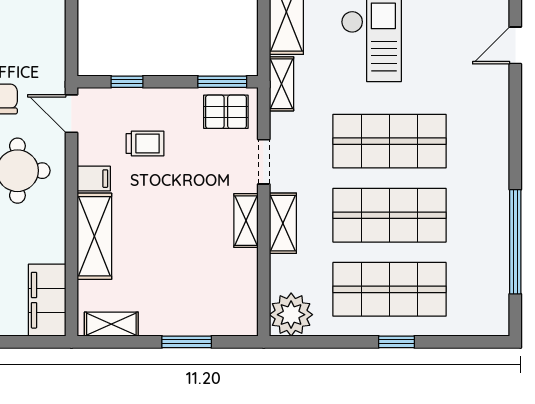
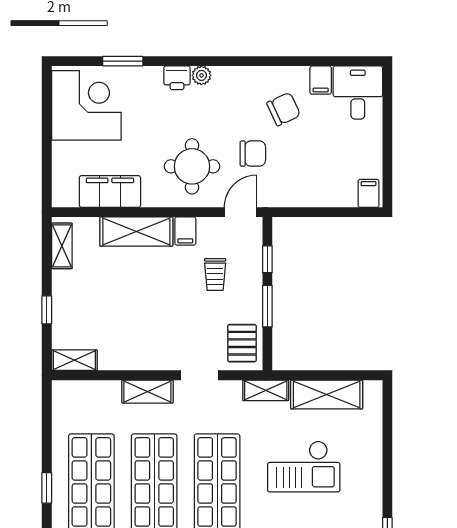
window: (222, 82) -> (267, 306), moved
shelving: (246, 221) -> (74, 360), moved
filing cabinet: (47, 300) -> (110, 192), moved
plant: (291, 315) -> (70, 398), removed
window: (187, 342) -> (47, 310), width x0.67

